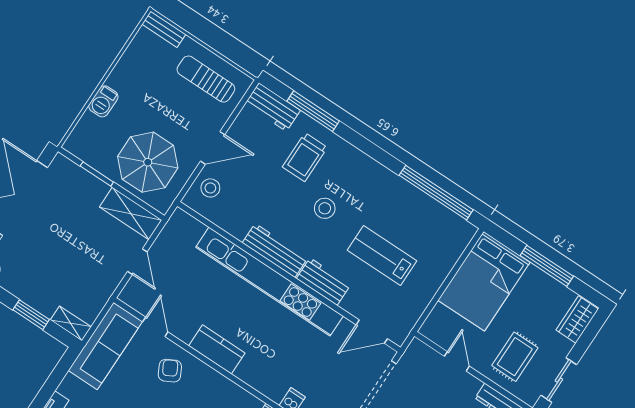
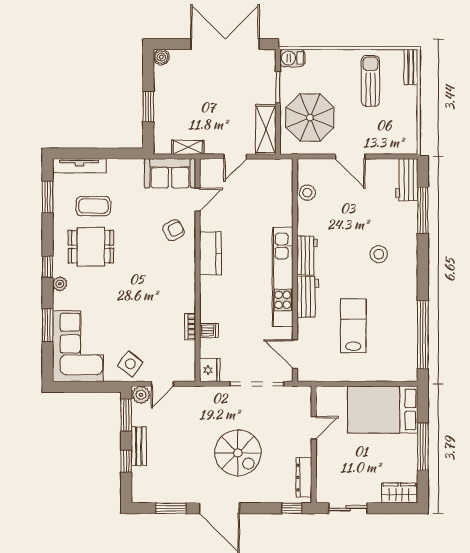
sun lounger: (206, 79) -> (370, 81), moved
barbecue: (103, 101) -> (292, 58), moved
trolley: (305, 157) -> (387, 226), removed
stool: (210, 188) -> (307, 193), moved
stool: (325, 208) -> (379, 254), moved
workbench: (275, 250) -> (307, 255), width x0.73
kitchen unit: (269, 282) -> (283, 277), width x0.73
shelving: (71, 323) -> (188, 147), moved, turned 90
sofa: (105, 346) -> (170, 173), width x0.73
rug: (515, 357) -> (344, 466), removed

